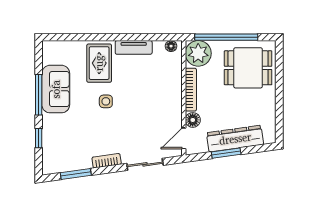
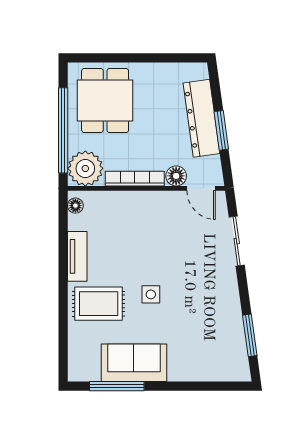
window: (39, 95) -> (117, 386), moved
window: (39, 138) -> (201, 386), removed
bookcase: (107, 161) -> (232, 293), removed

